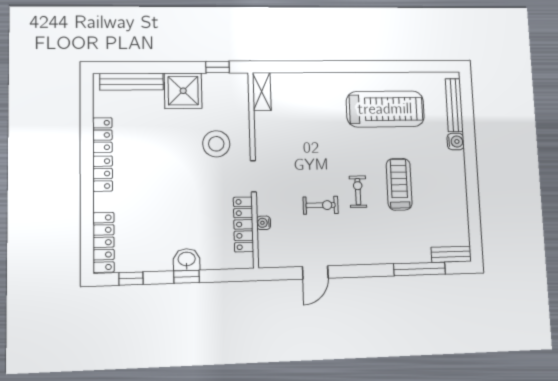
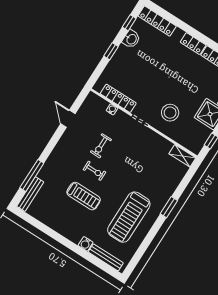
window: (338, 67) -> (169, 207), added
bench: (451, 254) -> (30, 194), width x1.36
washbasin: (187, 260) -> (131, 39), moved

